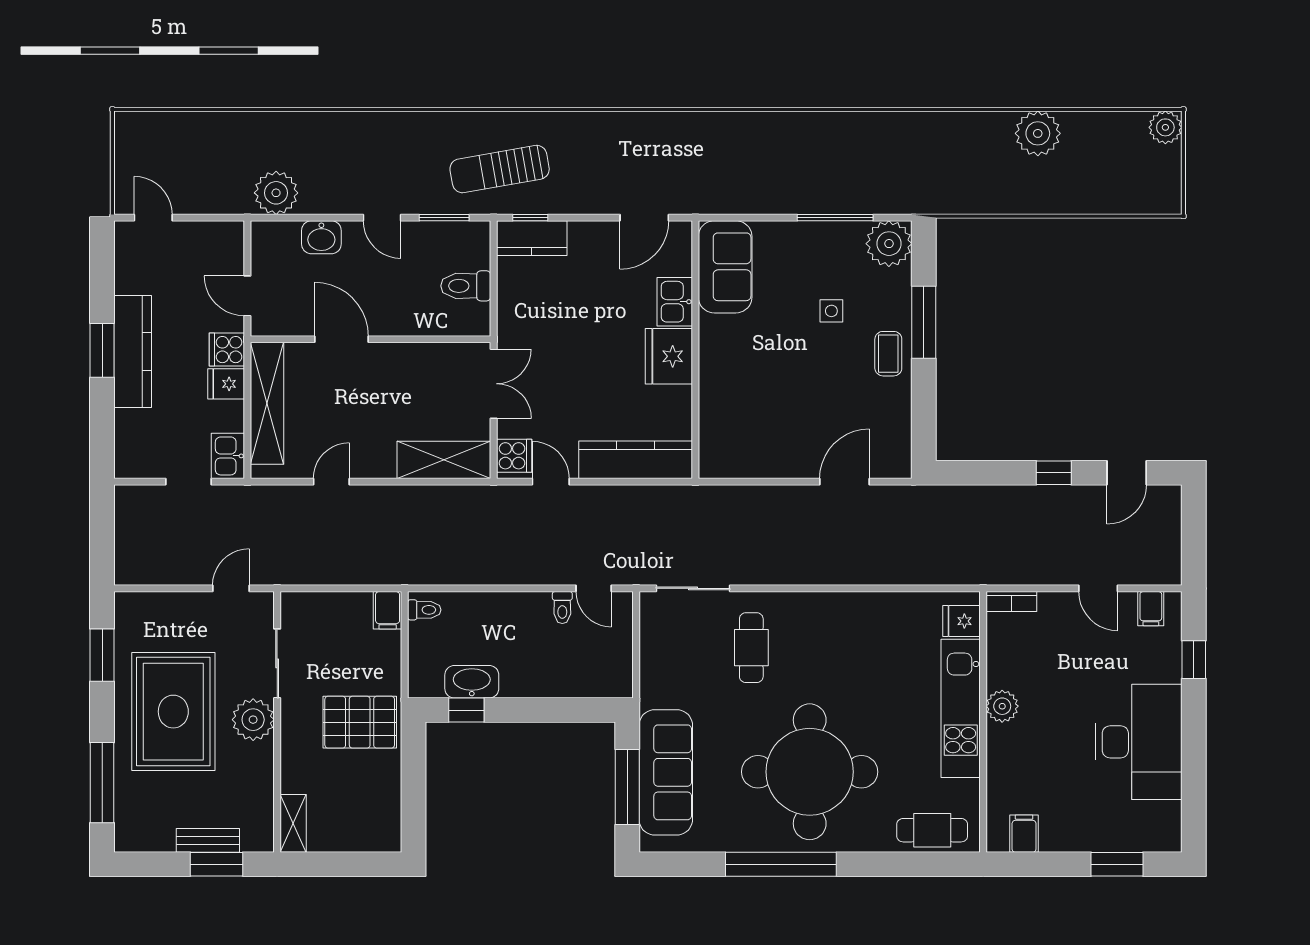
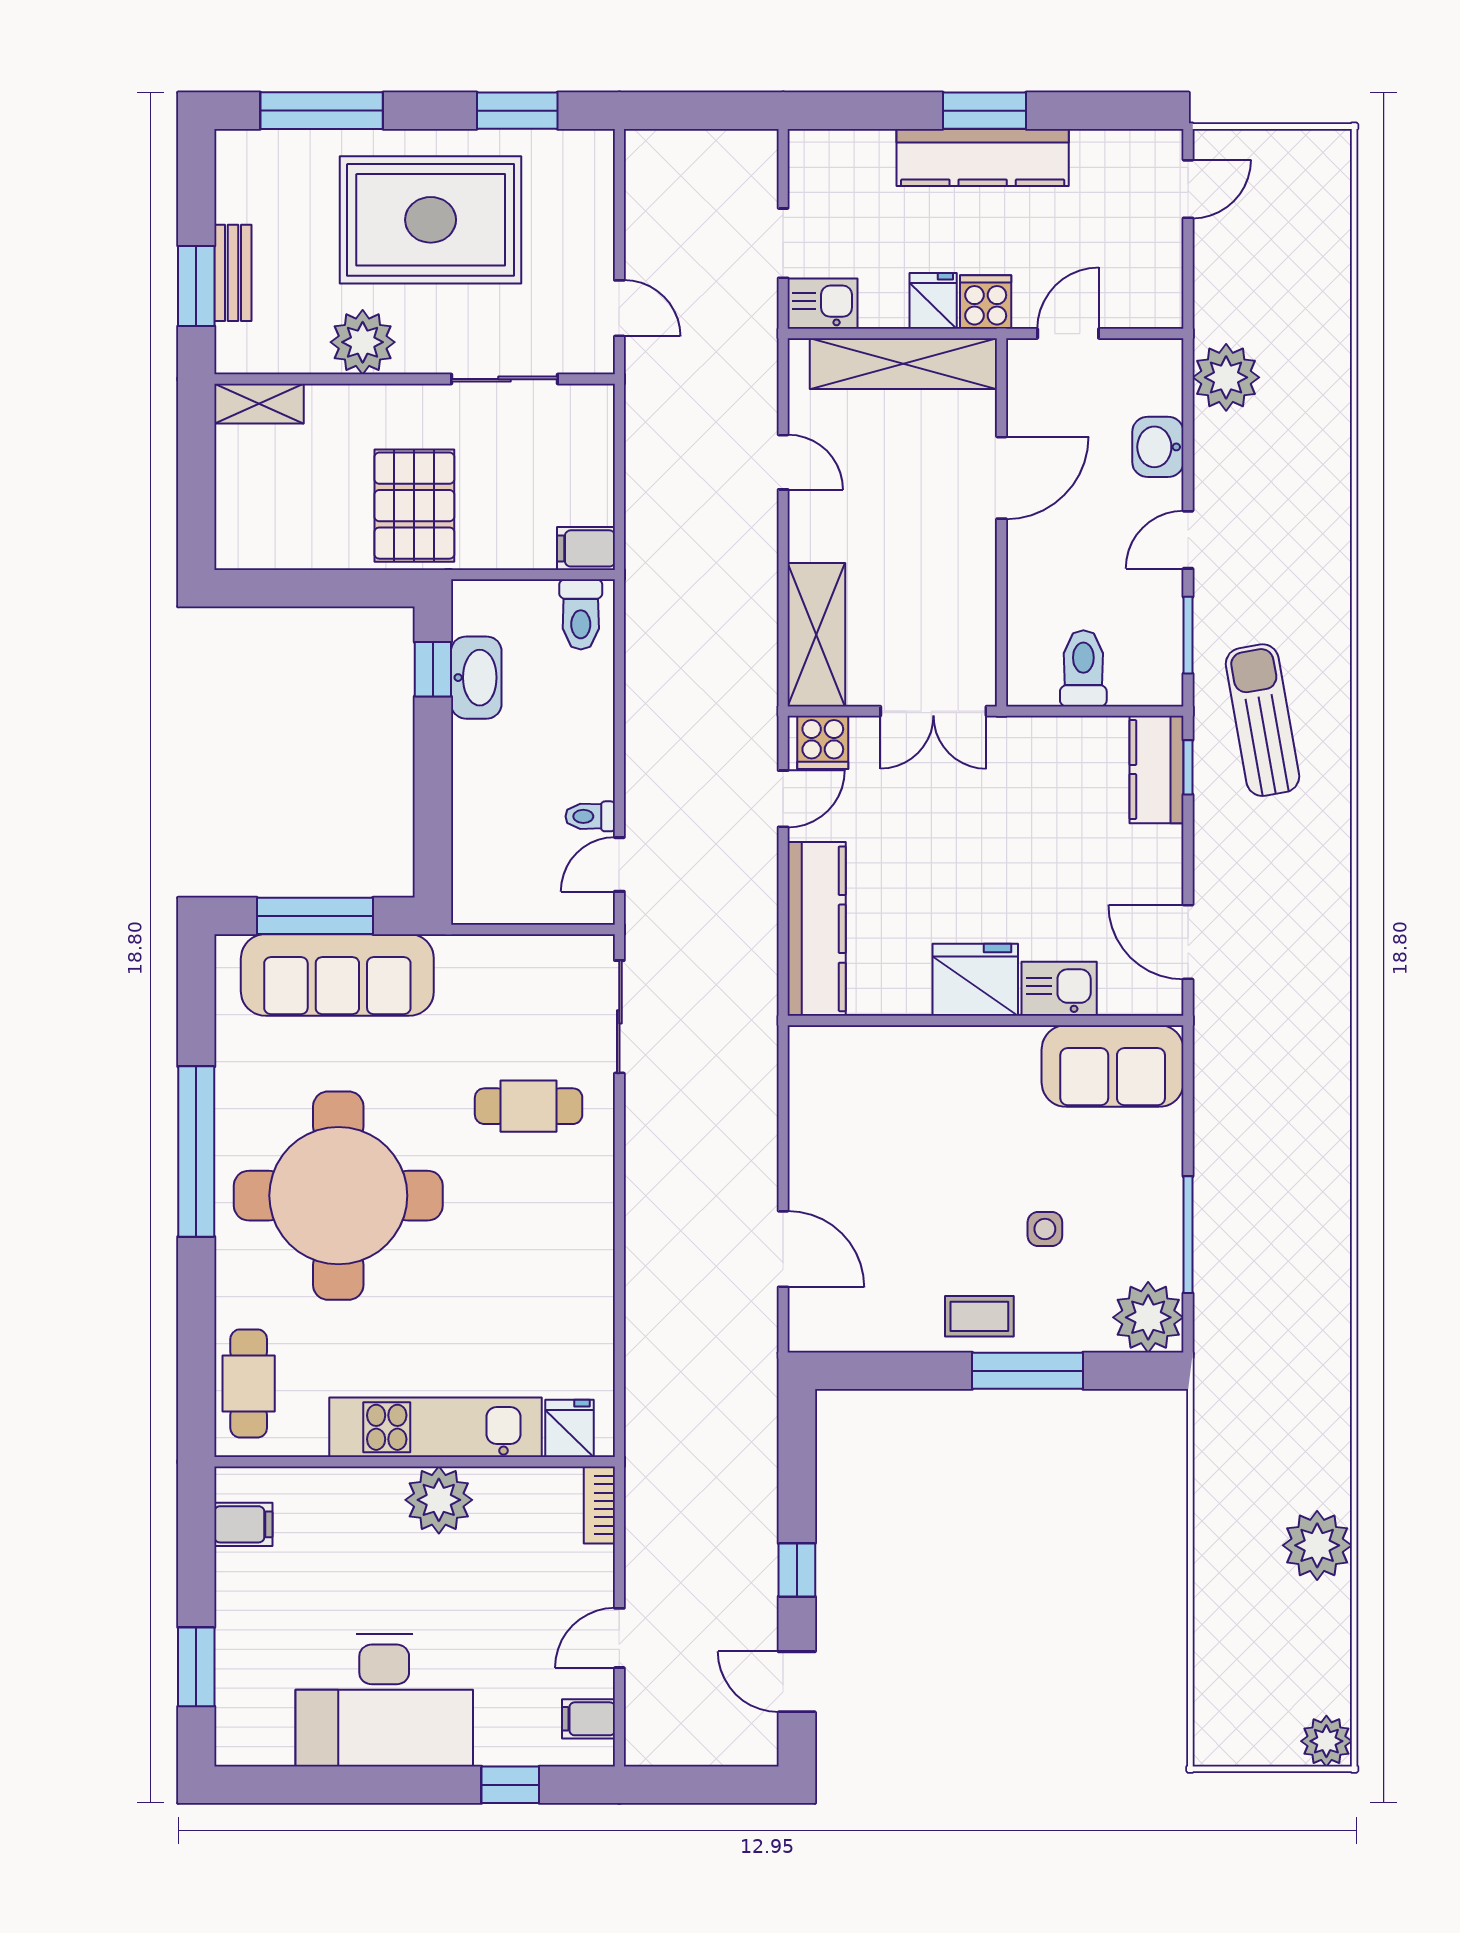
toilet: (424, 610) -> (581, 614), width x1.37, depth x1.39
plant: (1002, 706) -> (439, 1500), width x1.36, depth x1.36
plant: (253, 720) -> (363, 342), moved

